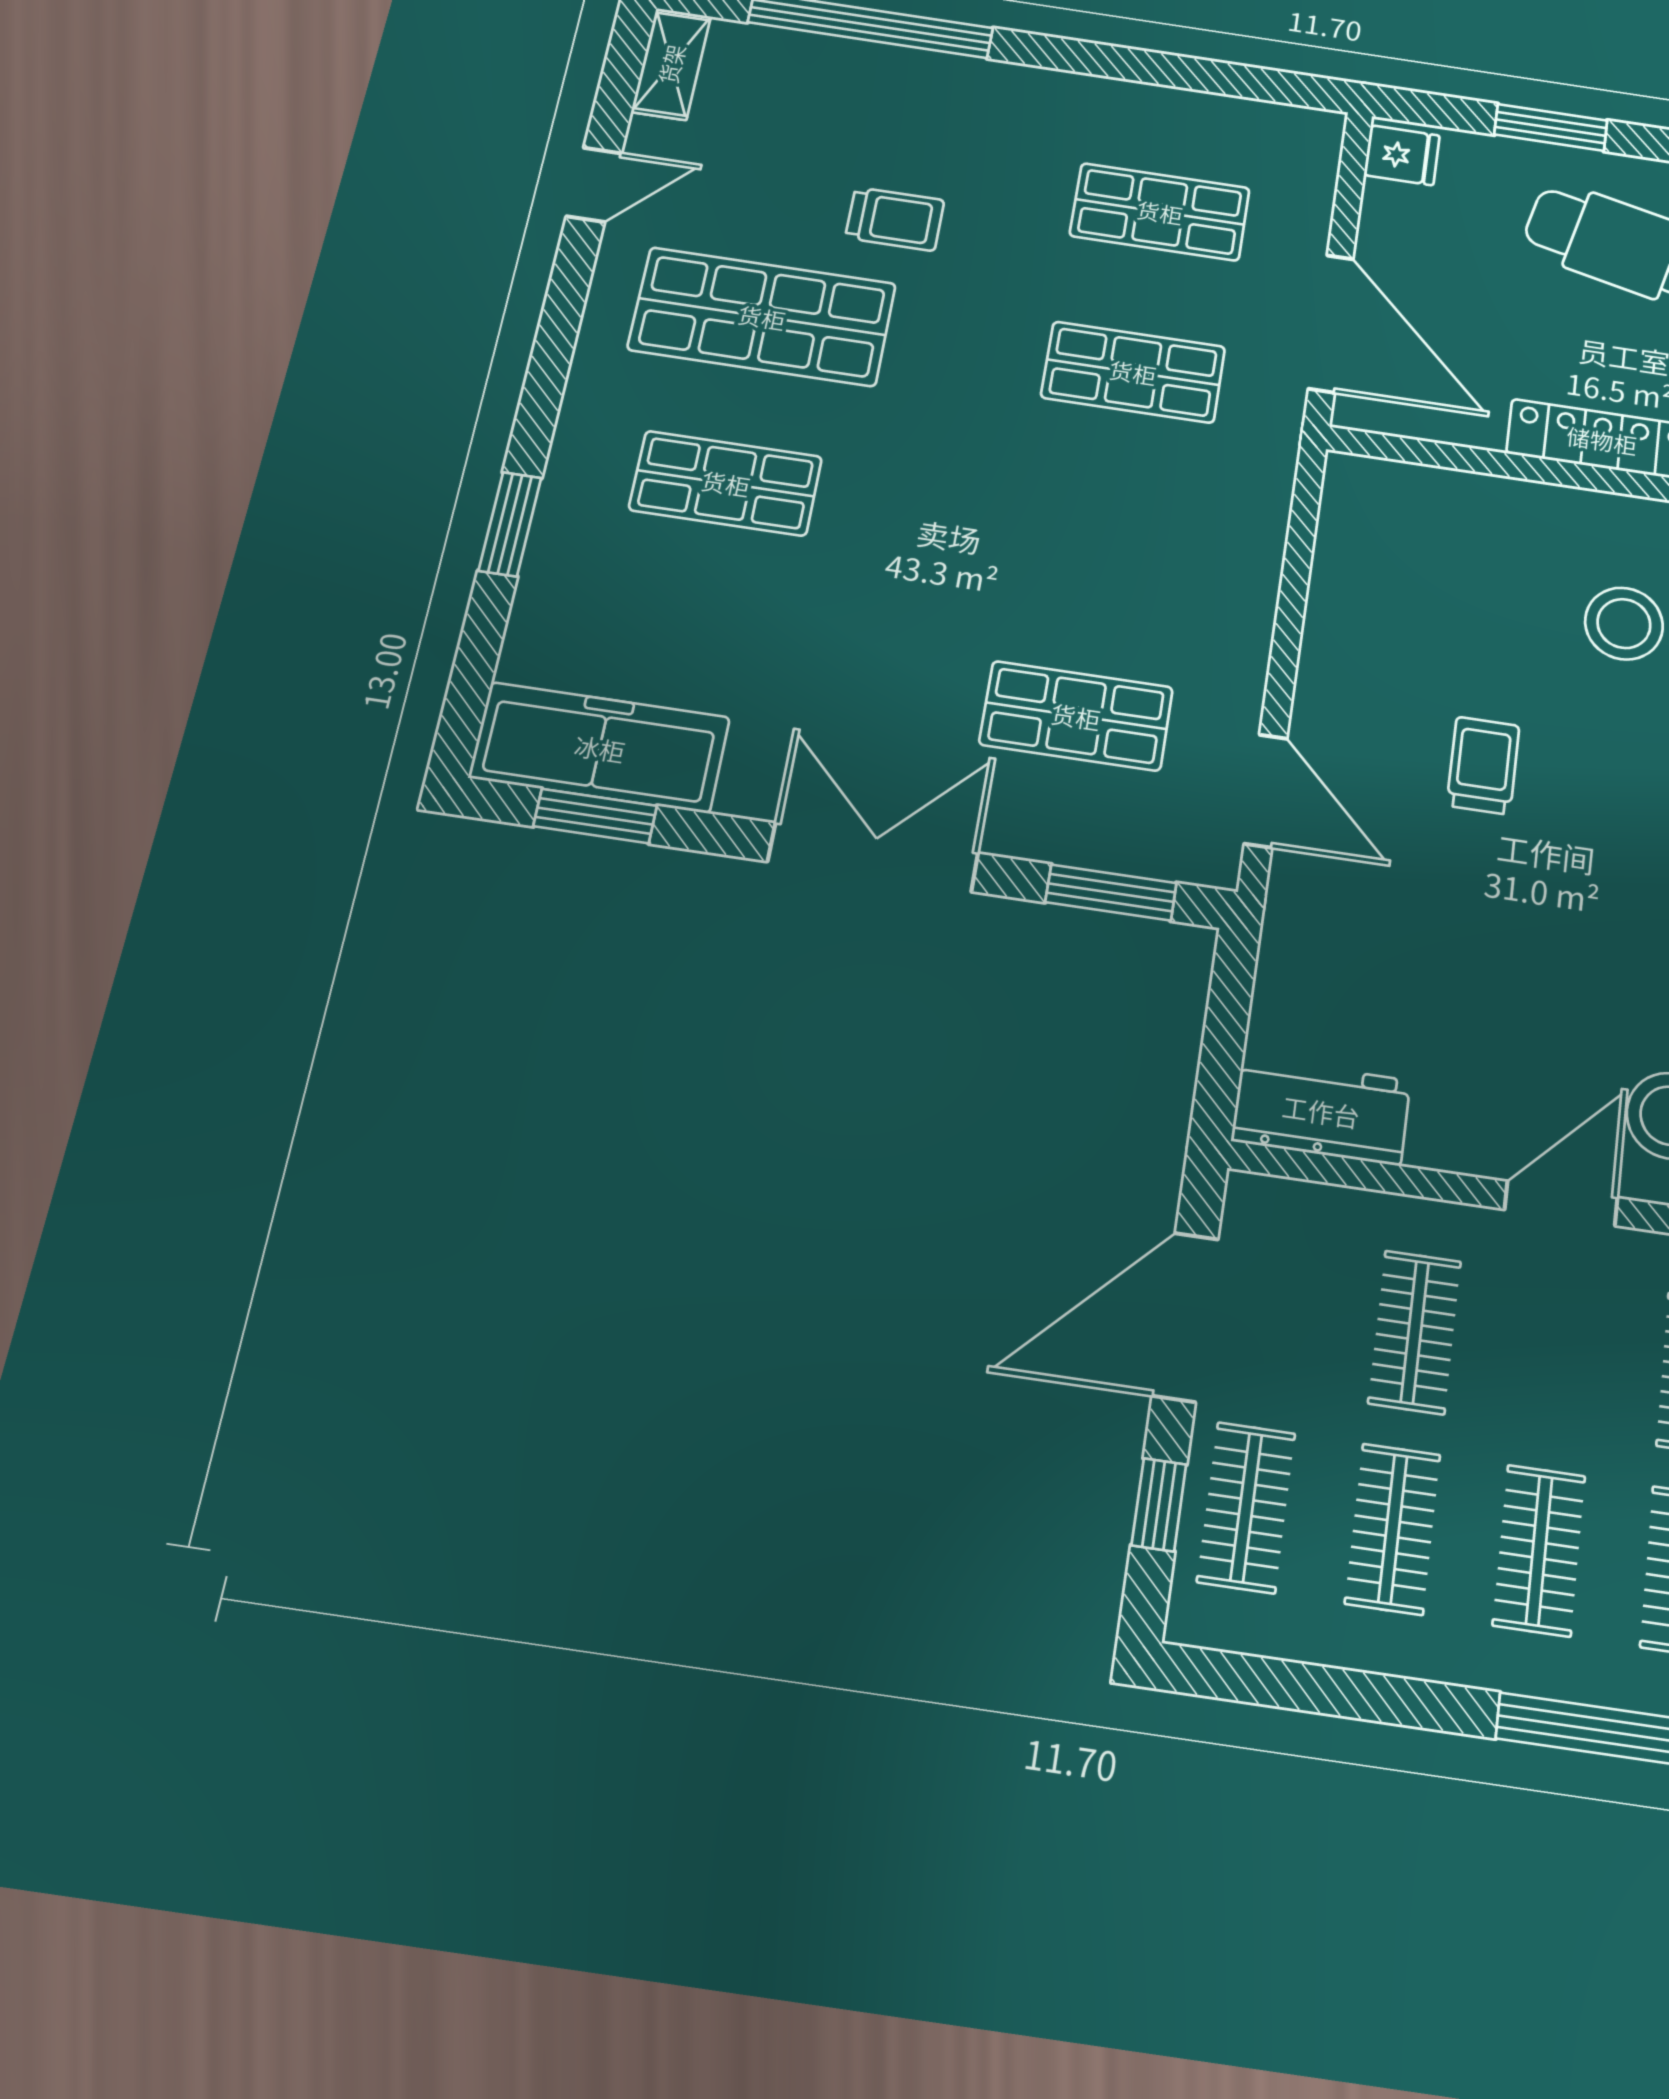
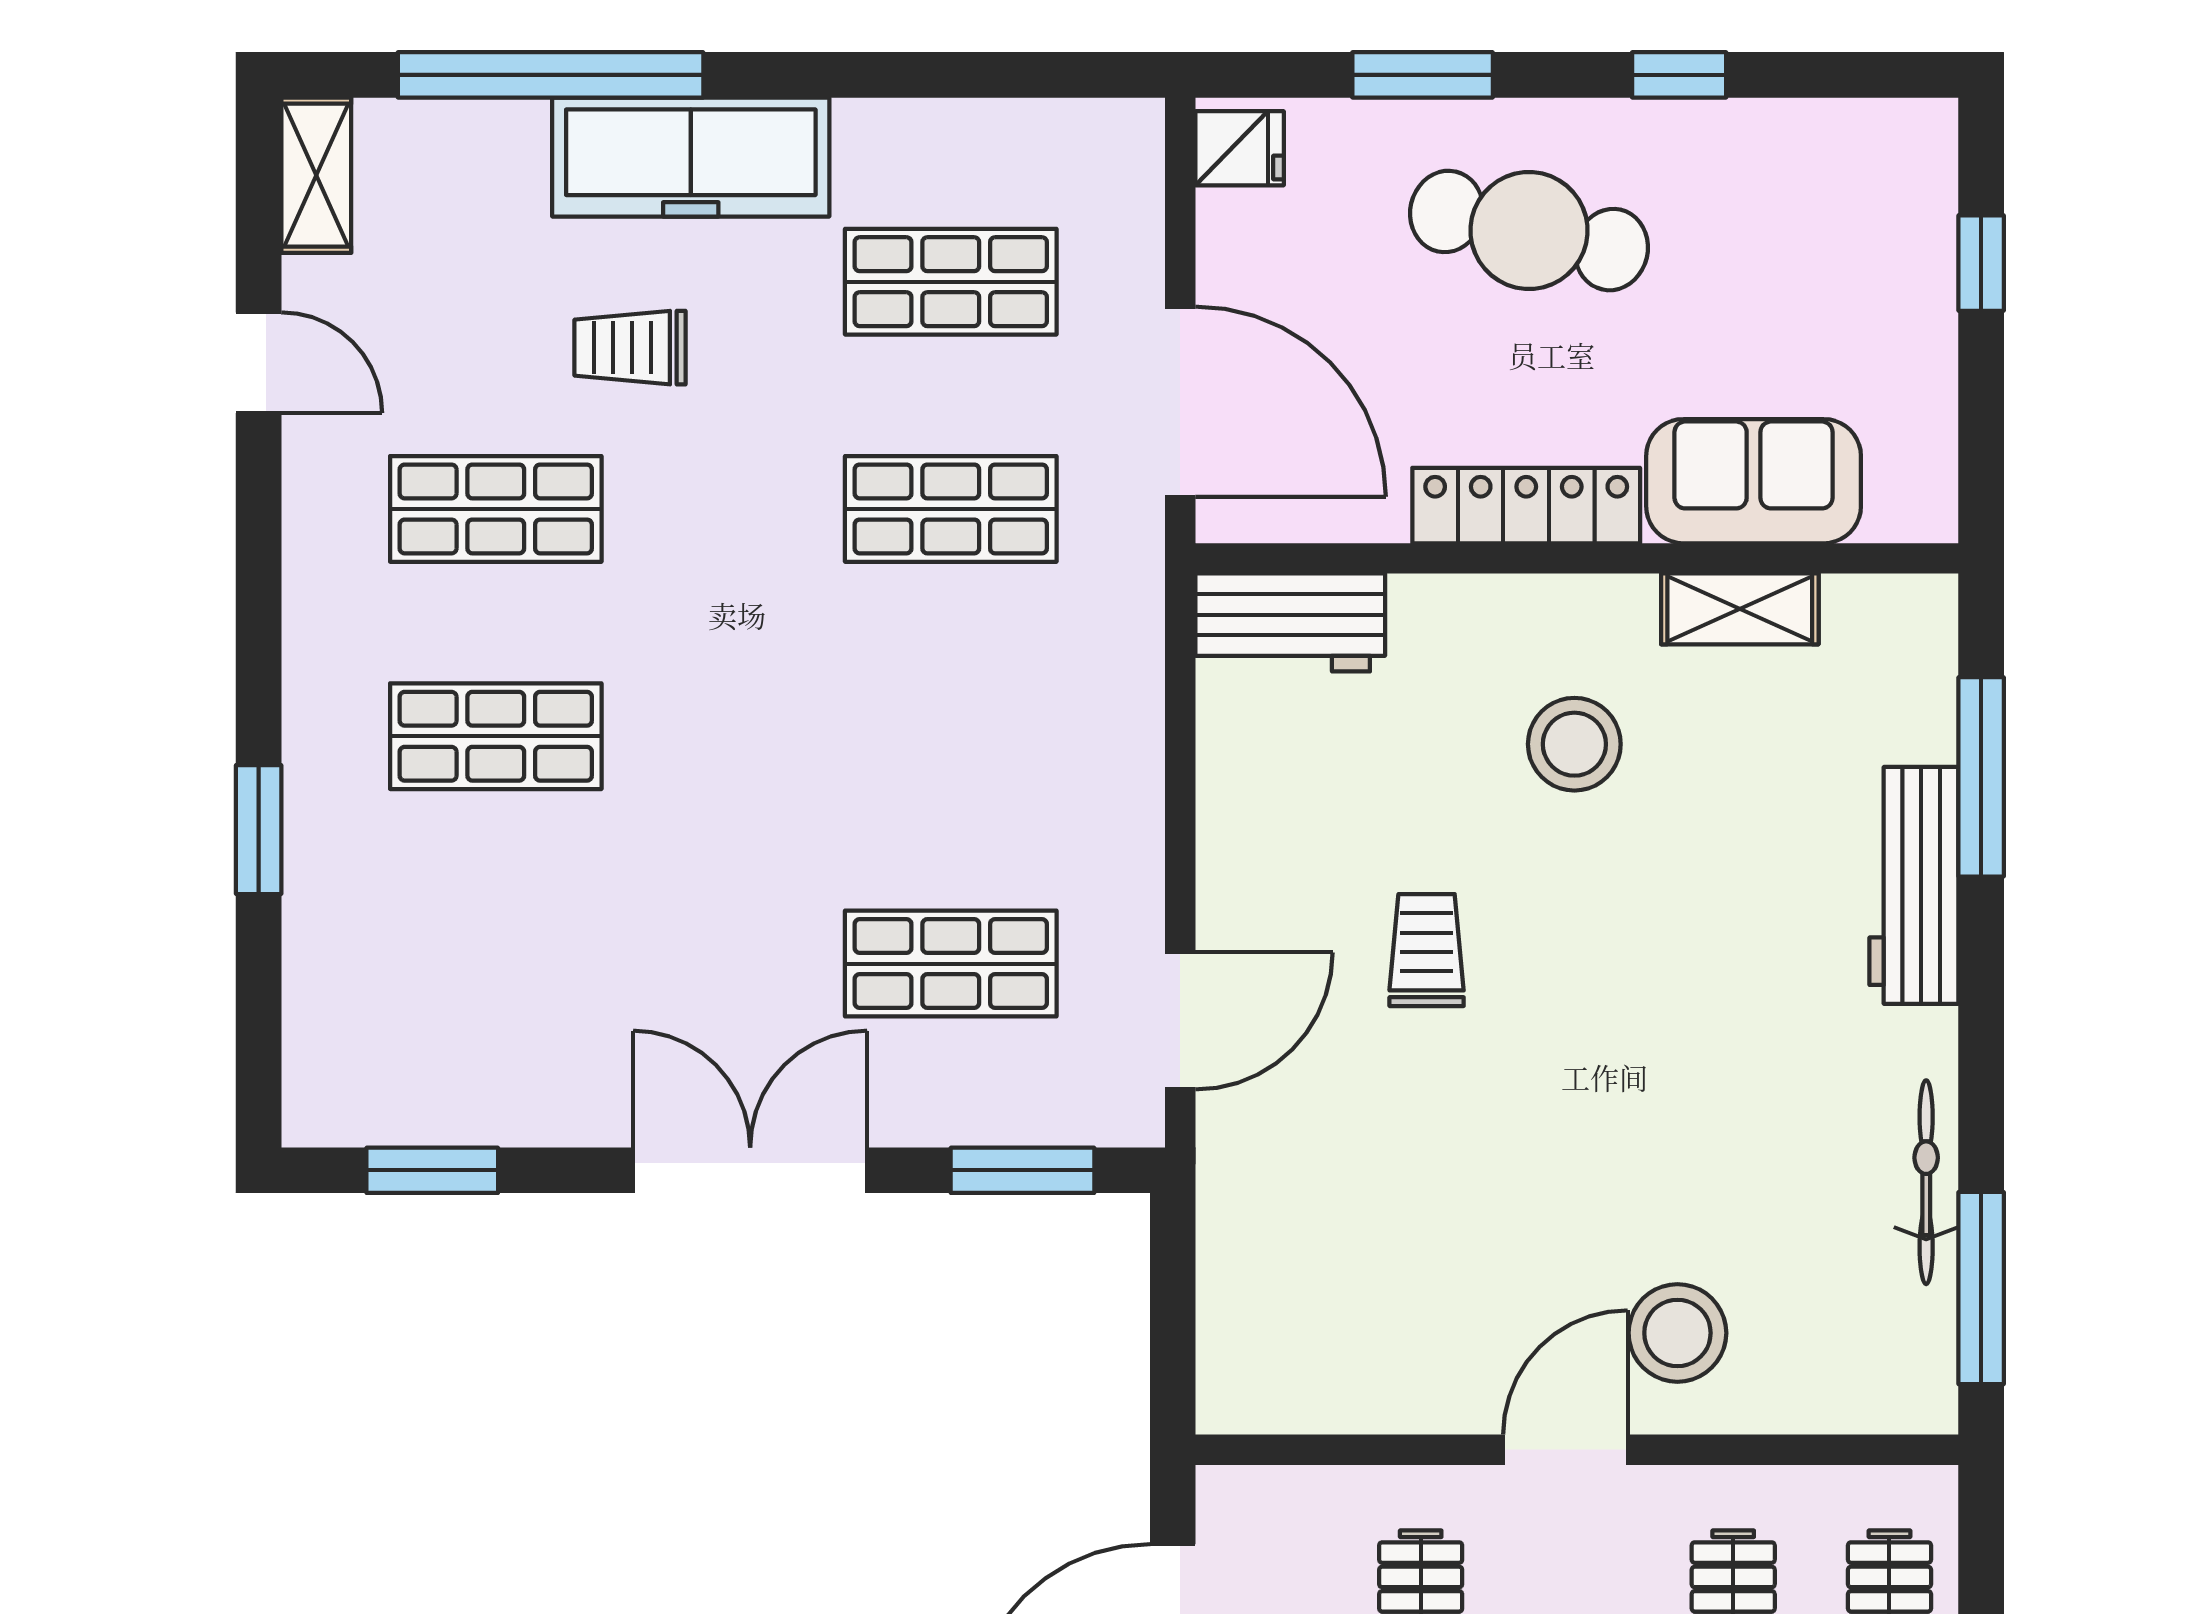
door: (594, 185) -> (259, 363), hinge flipped
trolley: (895, 219) -> (630, 348), turned 180
shop shelf: (762, 317) -> (496, 509), width x0.70, depth x0.74
freezer: (600, 748) -> (691, 157), moved, turned 180
door: (1266, 791) -> (1180, 1021), hinge flipped
workbench: (1321, 1111) -> (1290, 622), moved, turned 180

